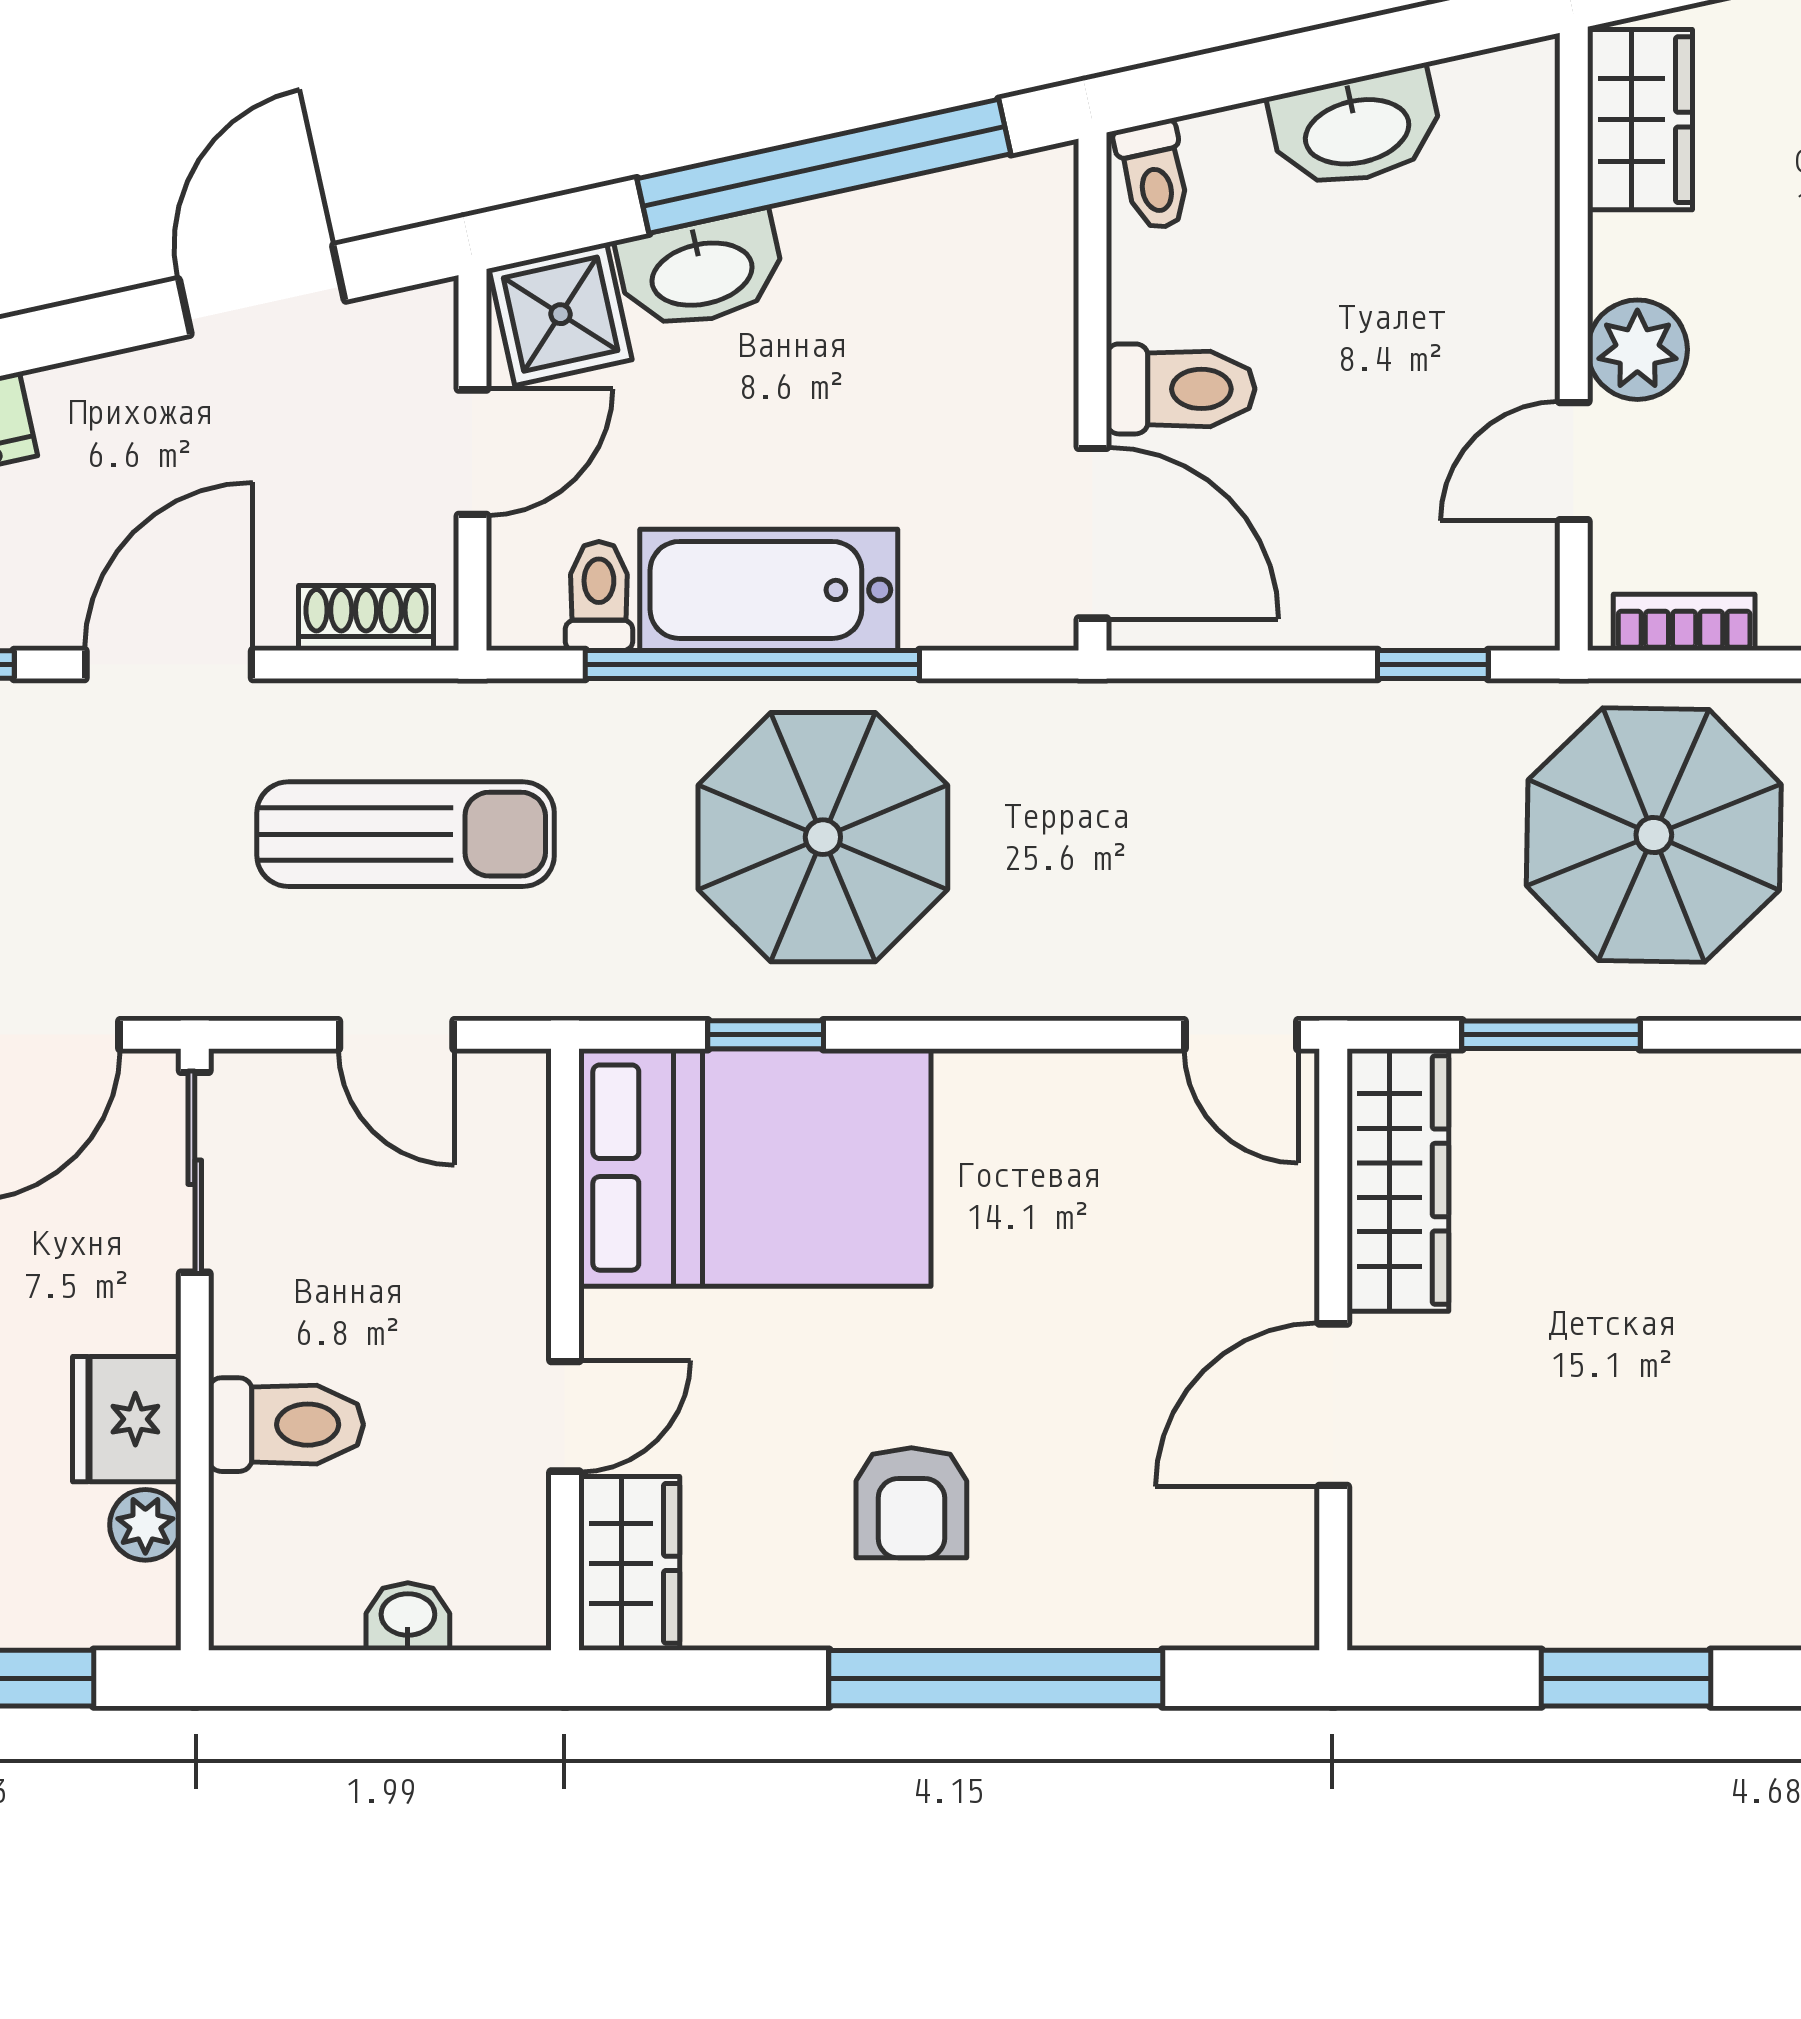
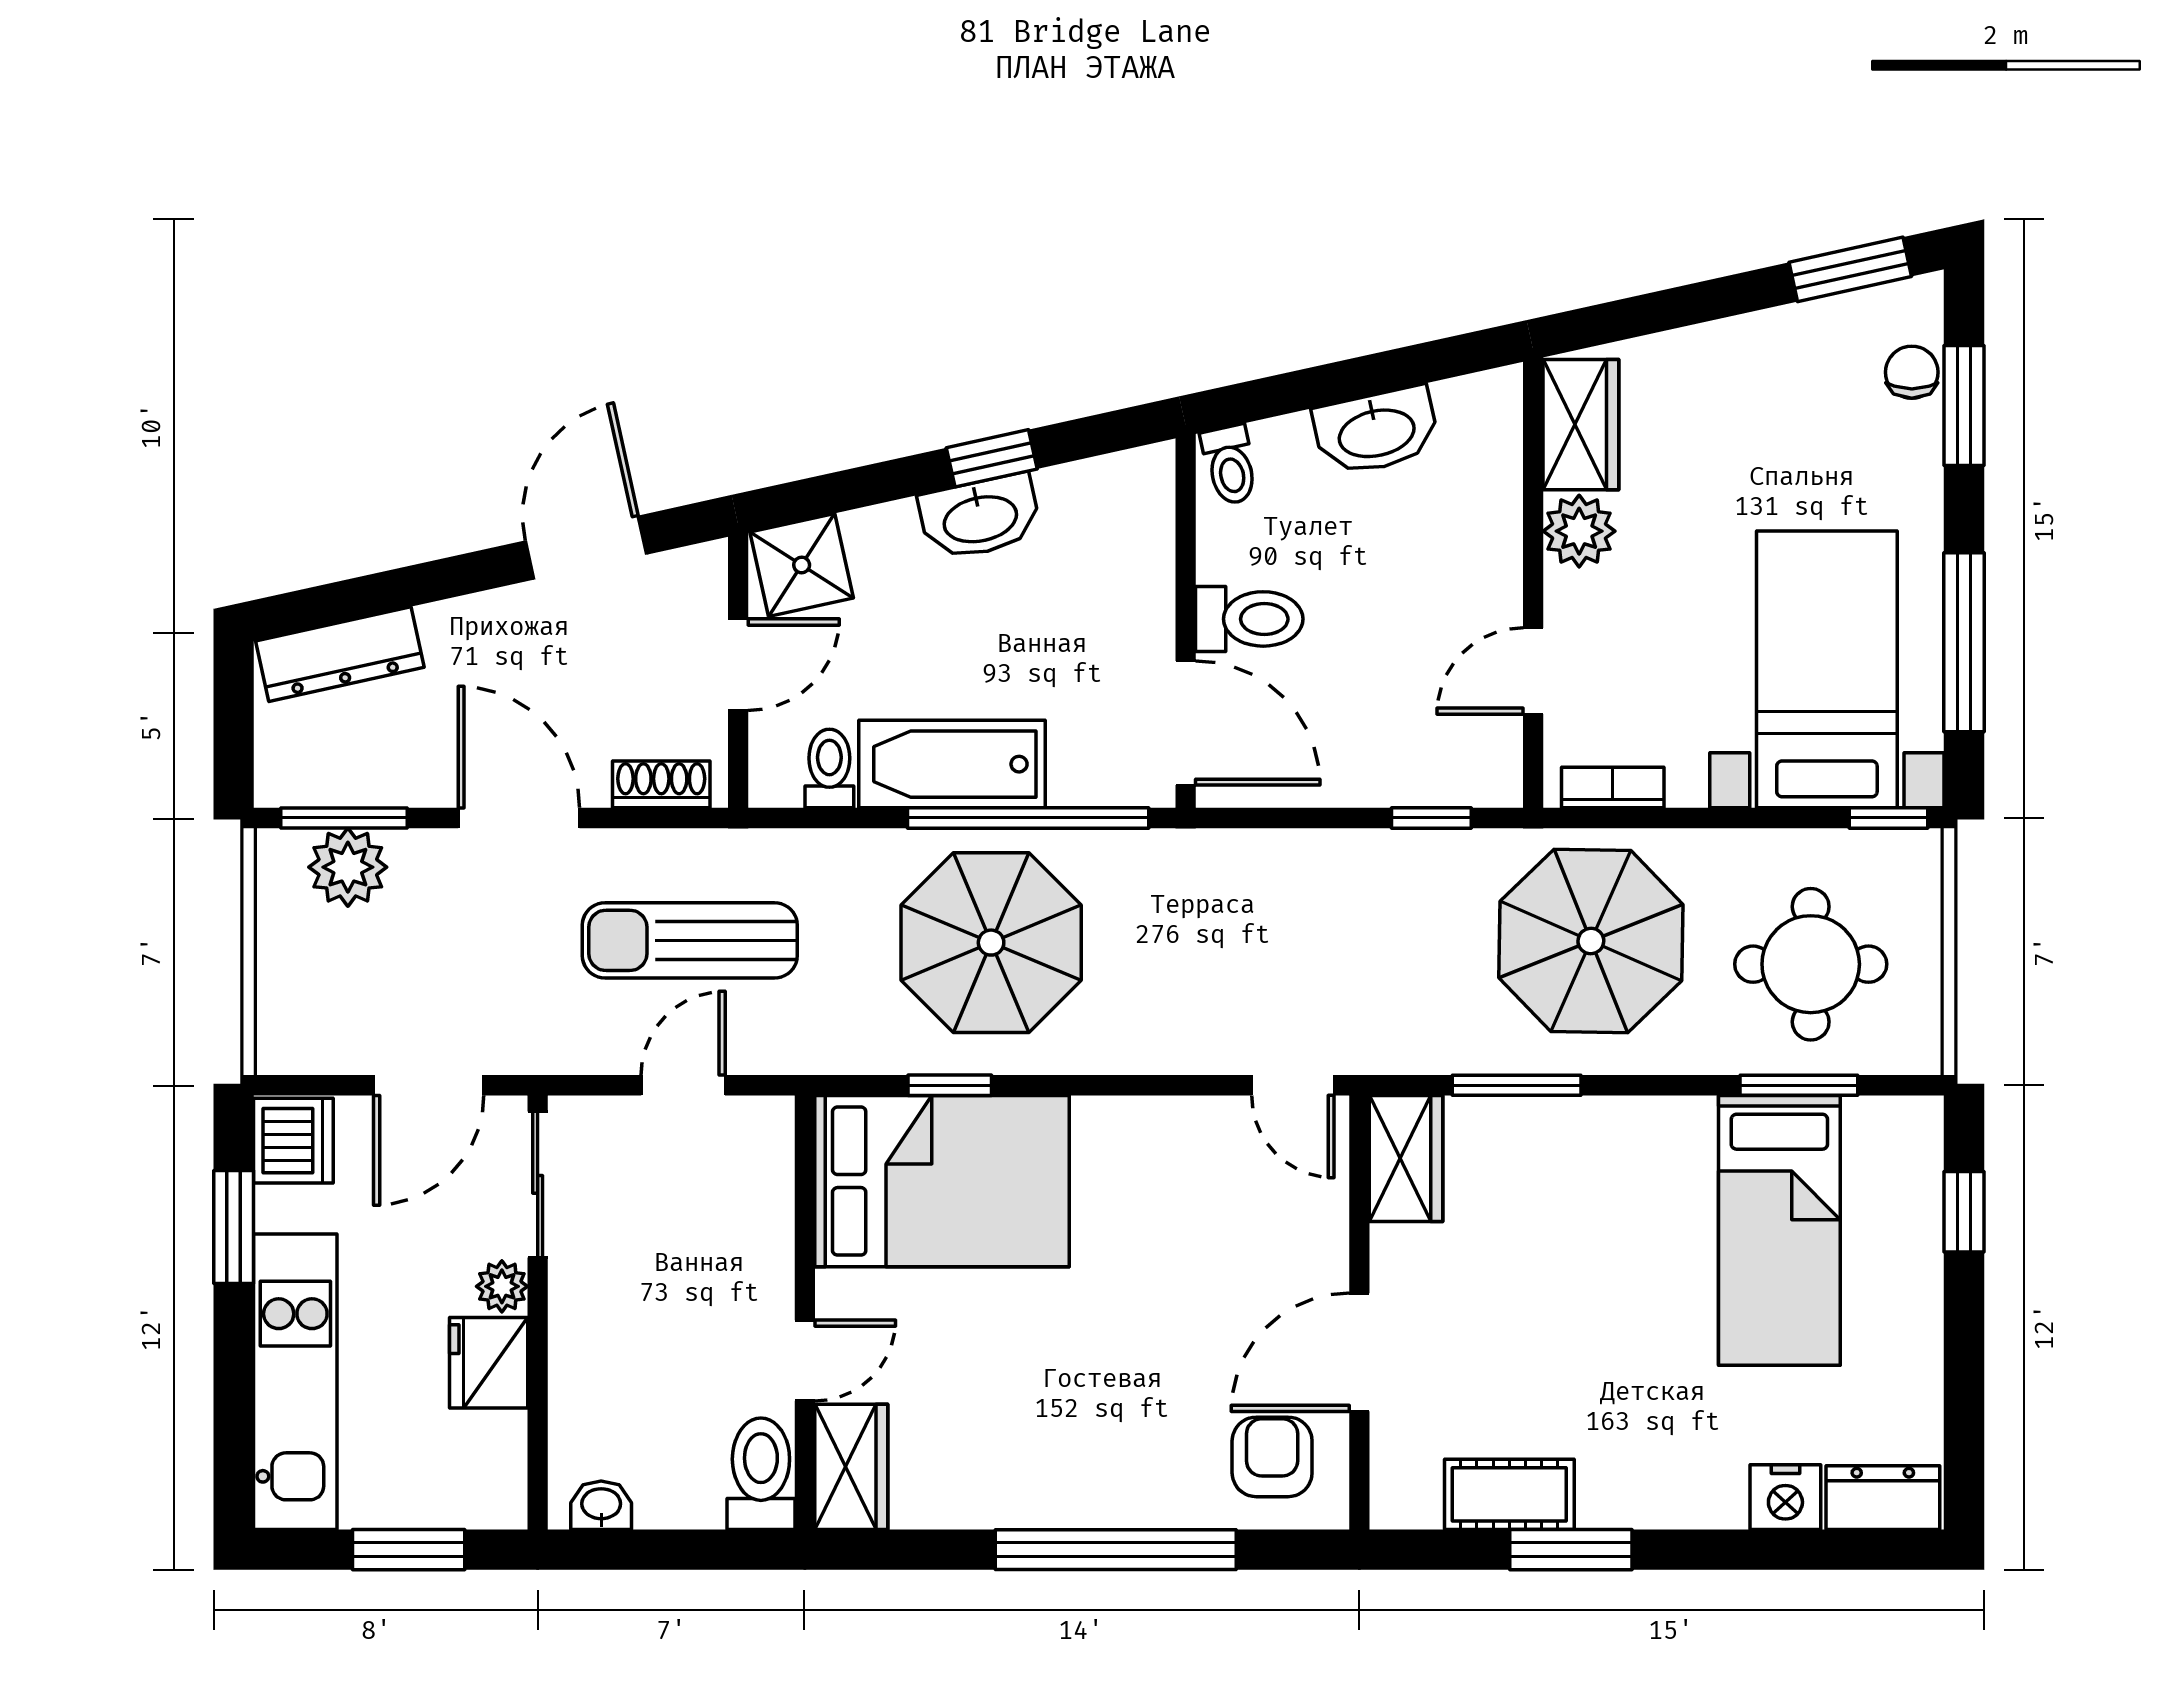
window: (824, 166) -> (992, 458), width x0.32
washbasin: (701, 271) -> (980, 517), moved
plant: (1637, 350) -> (1579, 531), moved
door: (169, 665) -> (519, 818), hinge flipped
window: (752, 665) -> (1028, 818), moved
sun lounger: (406, 834) -> (690, 940), turned 180
door: (396, 1035) -> (683, 1085), swing flipped
wardrobe: (1398, 1180) -> (1406, 1158), width x0.67
toilet: (286, 1425) -> (761, 1474), moved, turned -90
armchair: (911, 1503) -> (1272, 1457), moved, turned 180
plant: (145, 1525) -> (502, 1286), moved
cot: (1541, 1601) -> (1509, 1494), added
washbasin: (408, 1616) -> (601, 1505), moved

